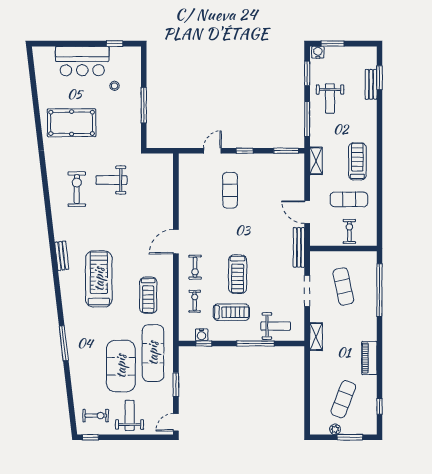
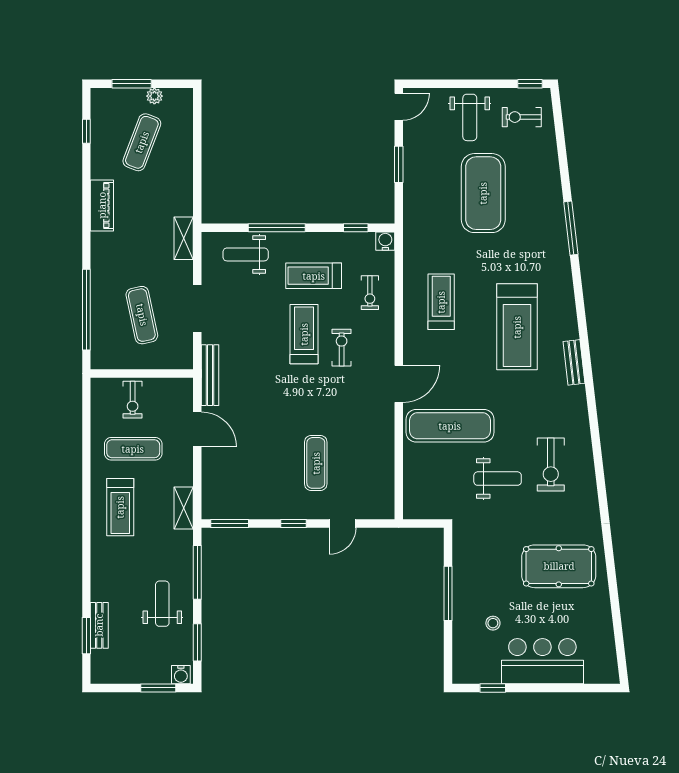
exercise bike: (195, 267) -> (342, 348), moved
water cooler: (202, 335) -> (385, 241), moved
exercise mat: (153, 353) -> (450, 426), moved, turned 90

